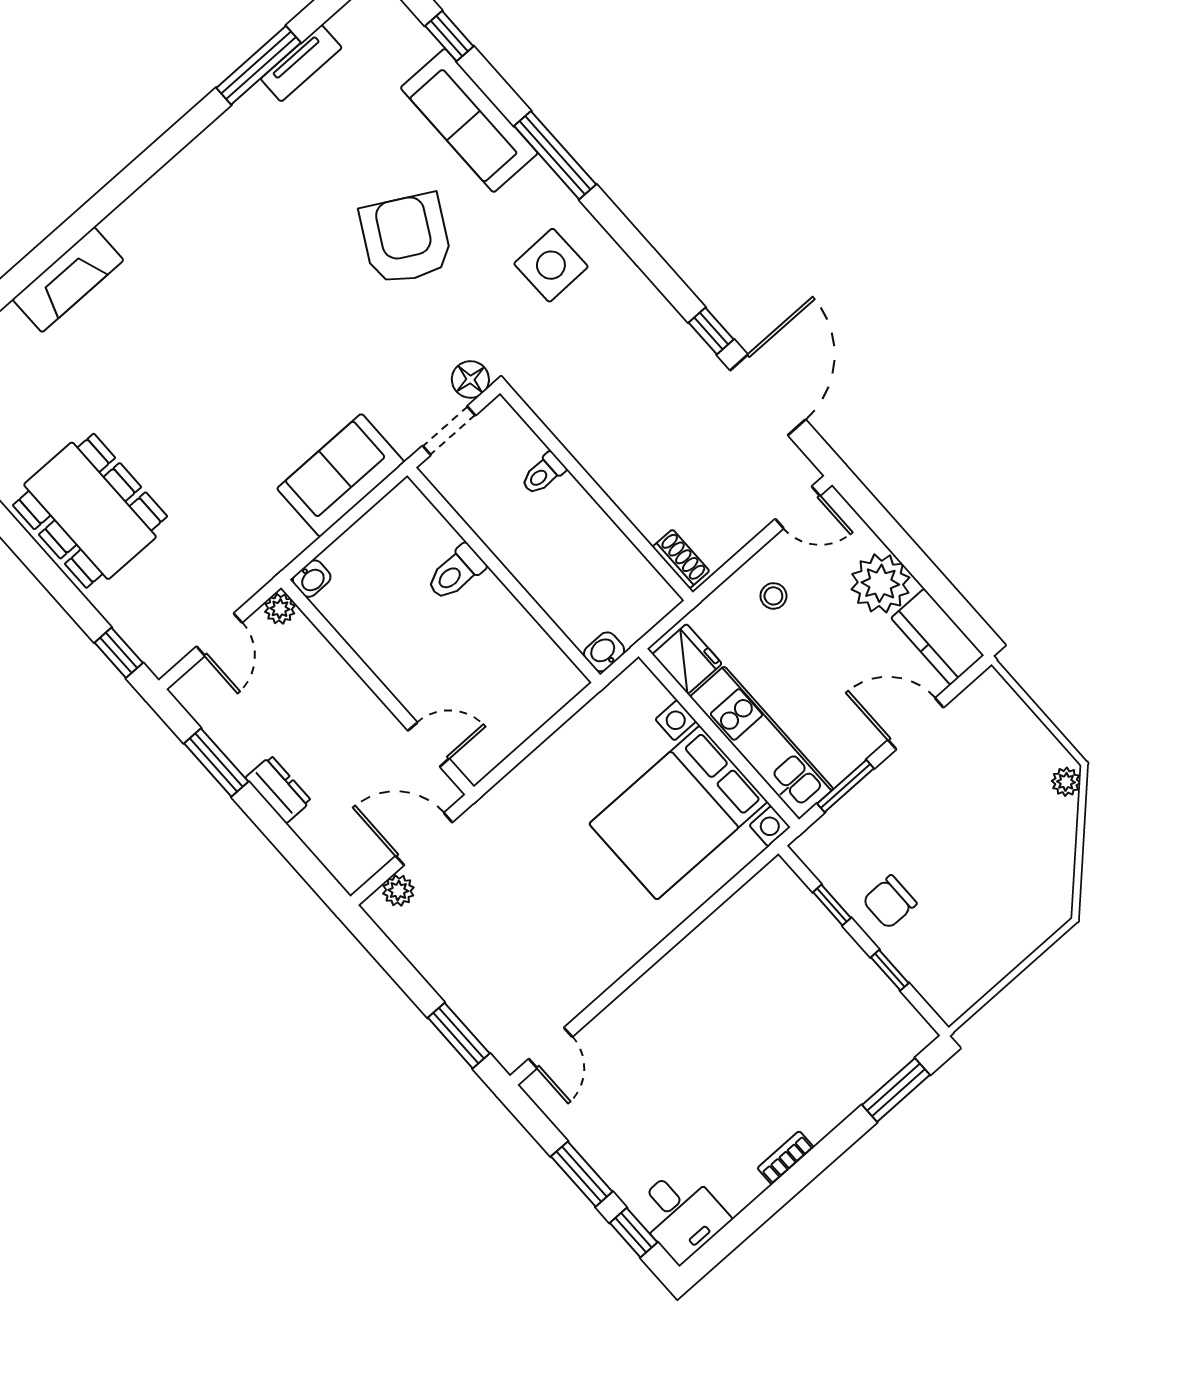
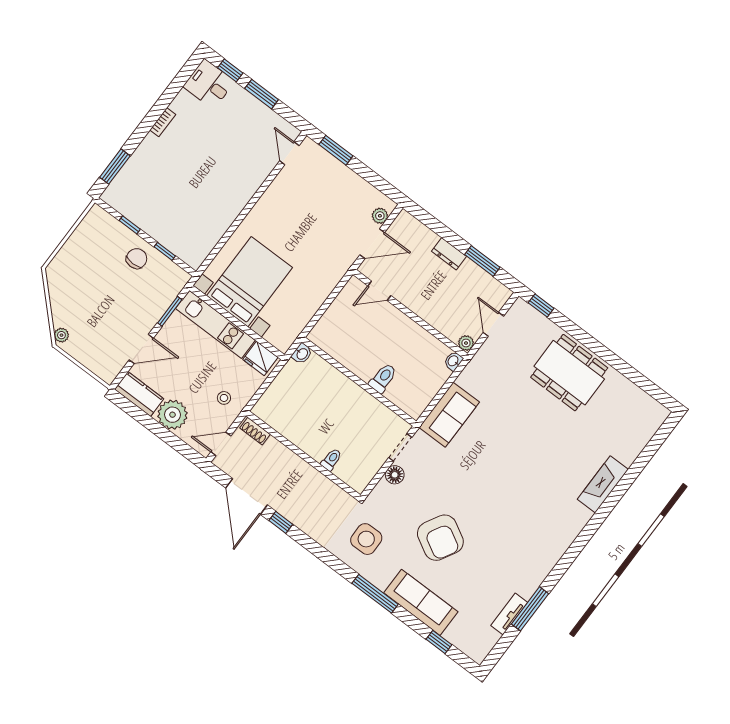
toilet: (543, 474) -> (331, 460), moved
wall: (596, 493) -> (303, 455), moved
shoe rack: (681, 559) -> (255, 431), moved

